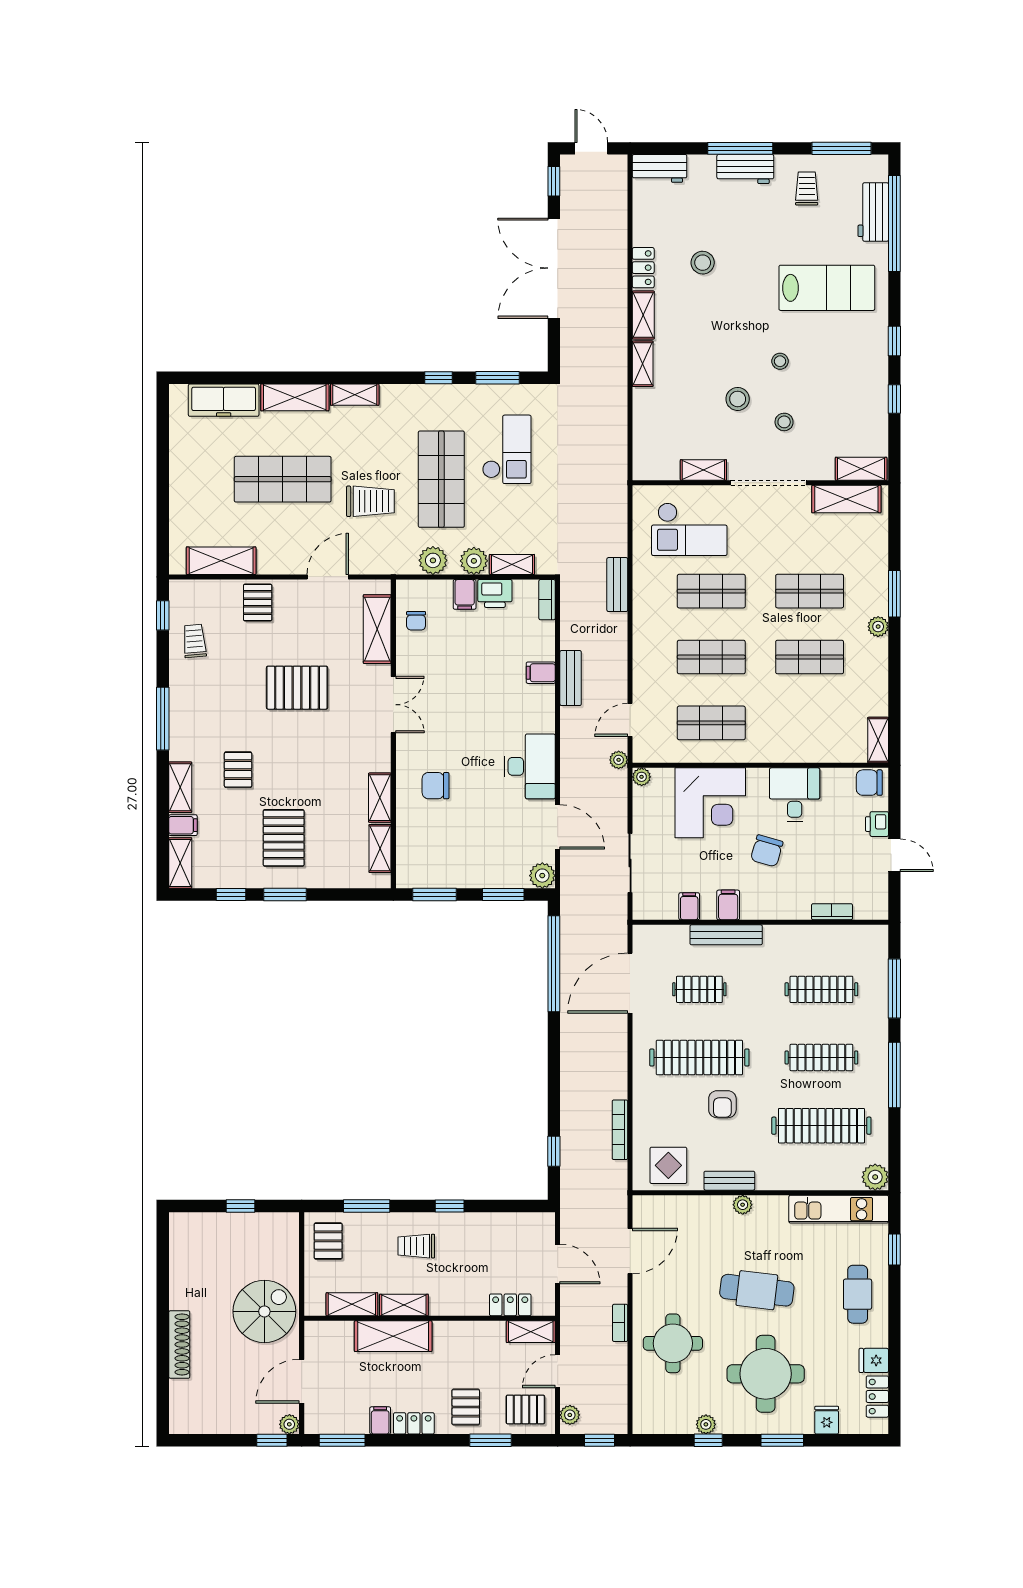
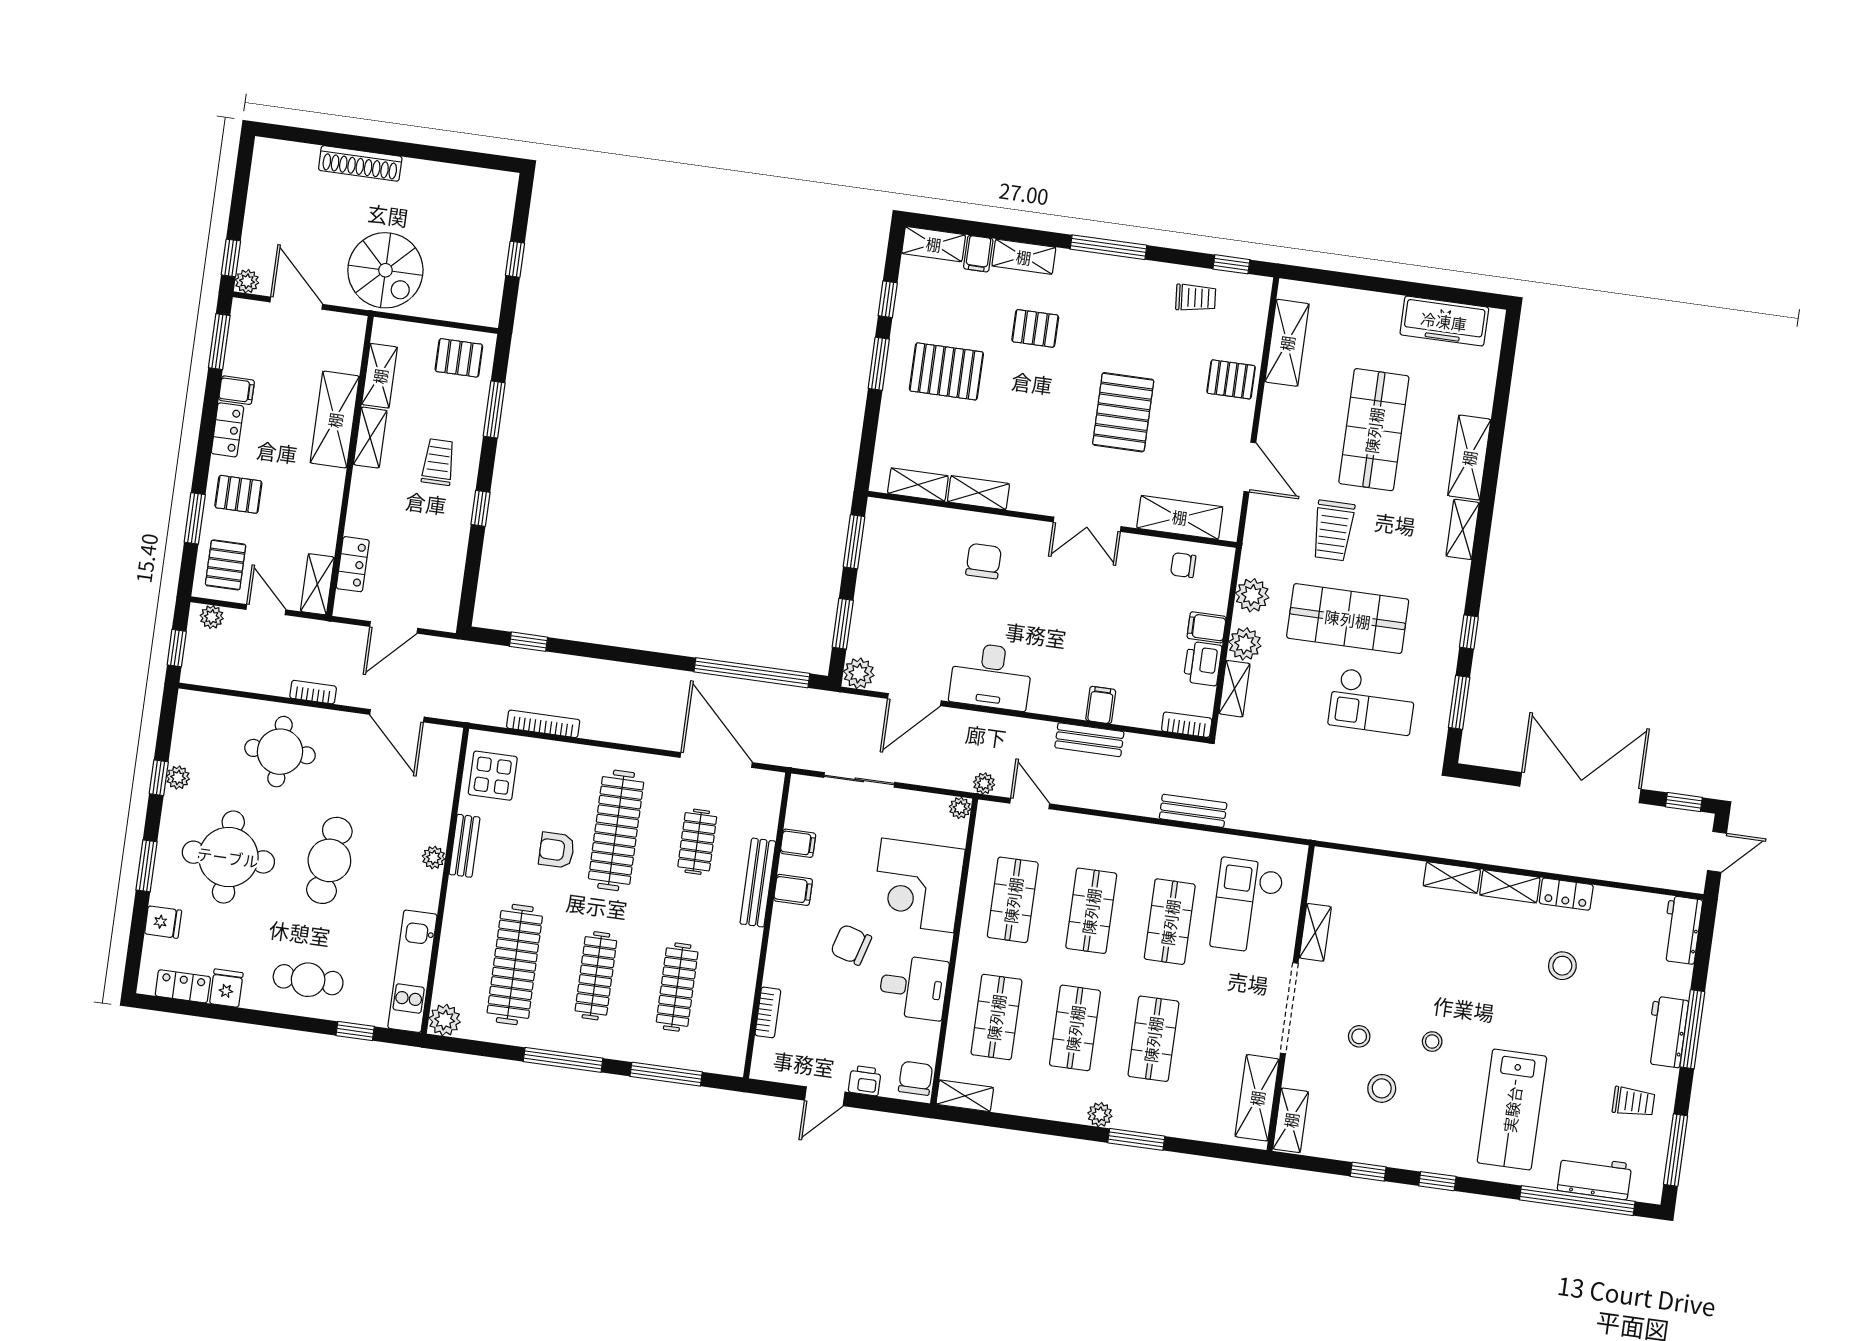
stool: (738, 399) -> (1382, 1088), moved
freezer: (224, 400) -> (1444, 321), moved, turned -90
shop shelf: (810, 723) -> (996, 1017), added

